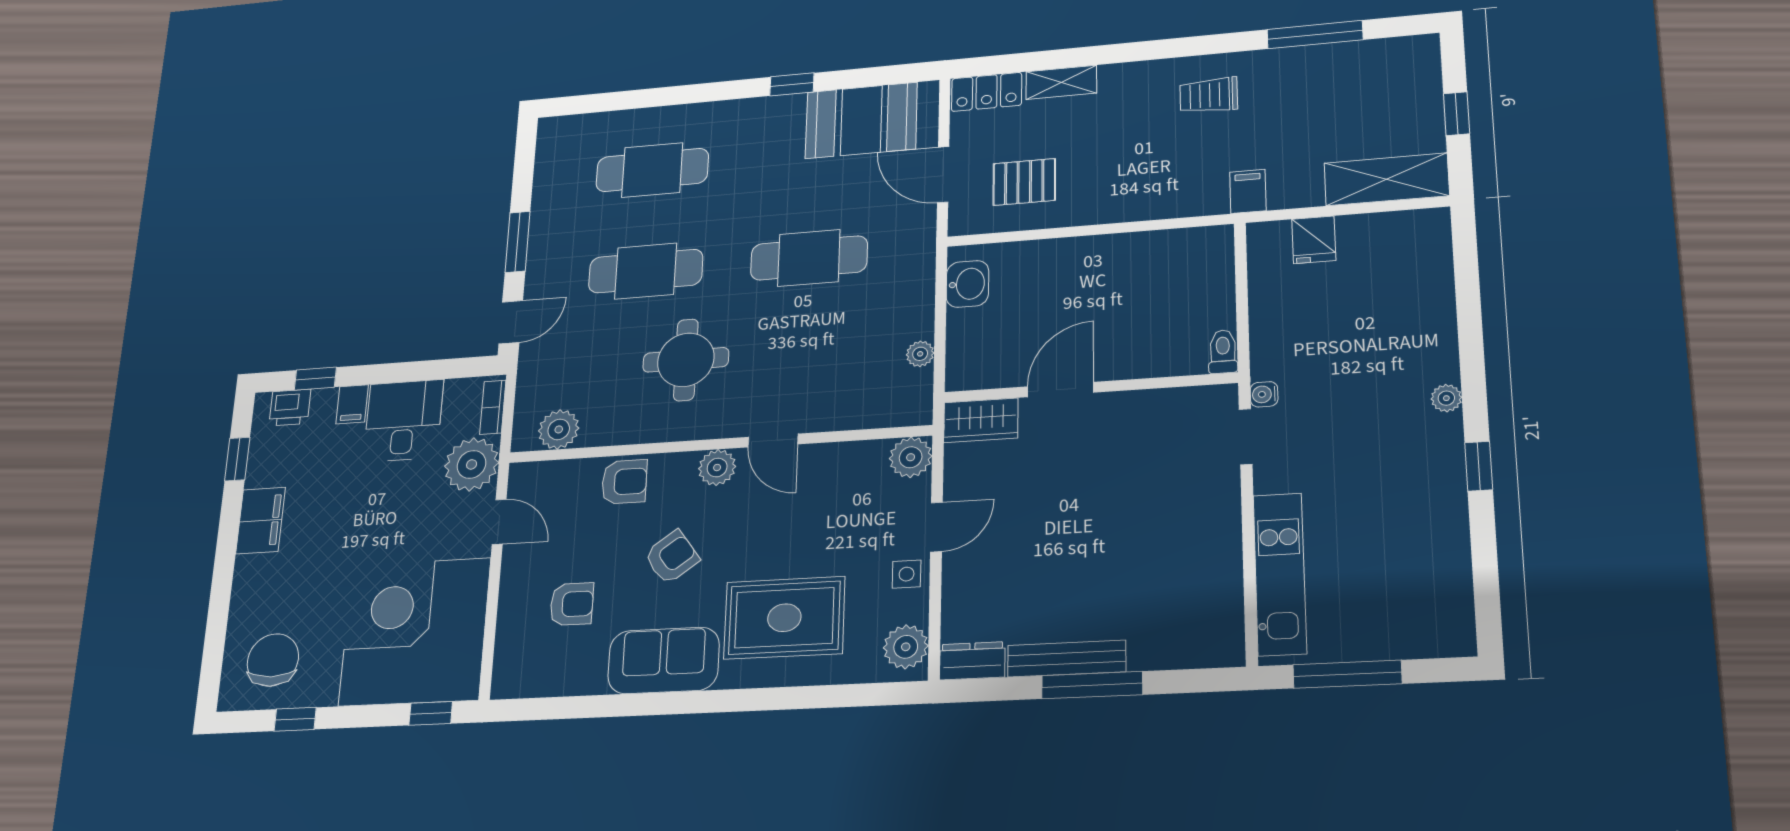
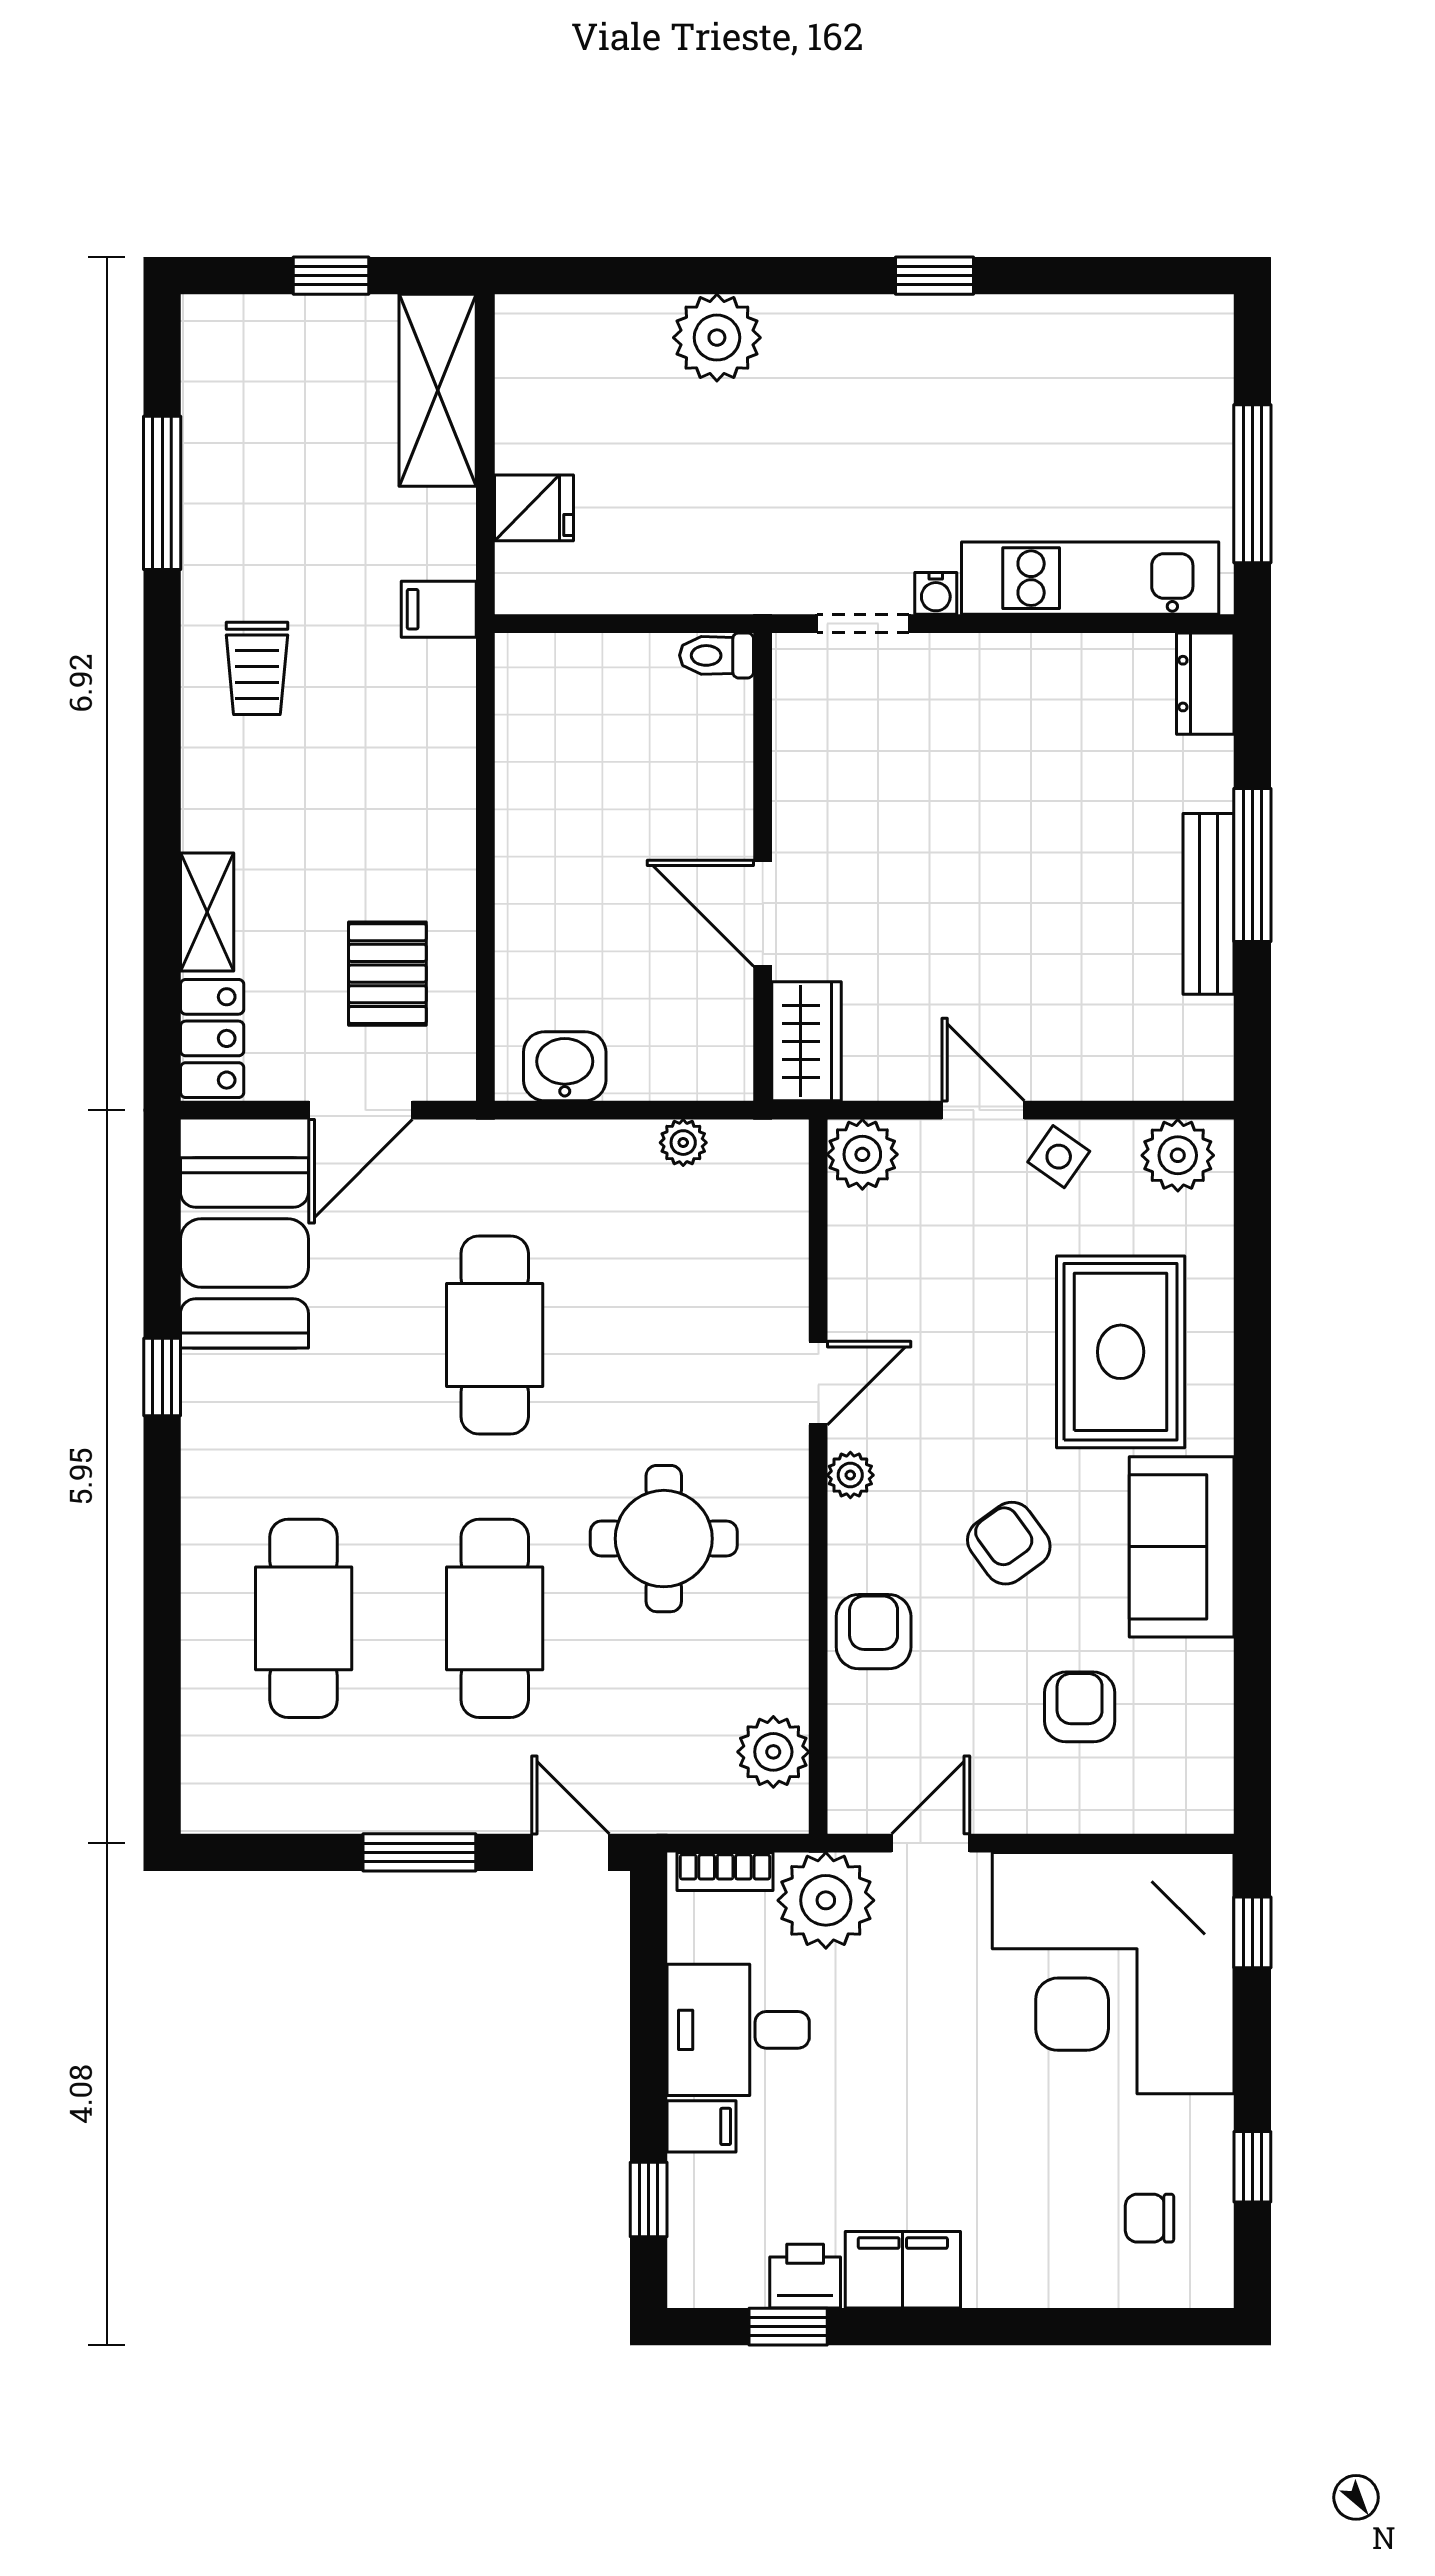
water cooler: (1264, 394) -> (936, 593), moved
plant: (1446, 398) -> (717, 338), moved, width x1.87, depth x1.87
printer: (290, 407) -> (805, 2276), moved, turned -90
plant: (717, 468) -> (850, 1475), width x0.73, depth x0.73
side table: (907, 574) -> (1059, 1157), turned 35
chair: (273, 660) -> (1150, 2218), width x0.54, depth x0.54
dresser: (972, 661) -> (1205, 684), moved

